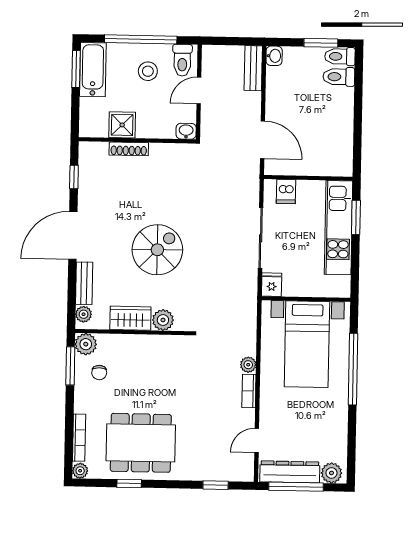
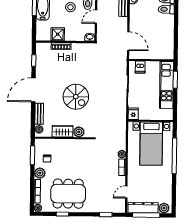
spiral stairs: (157, 250) -> (76, 97), turned 90
plant: (86, 344) -> (40, 173), moved

